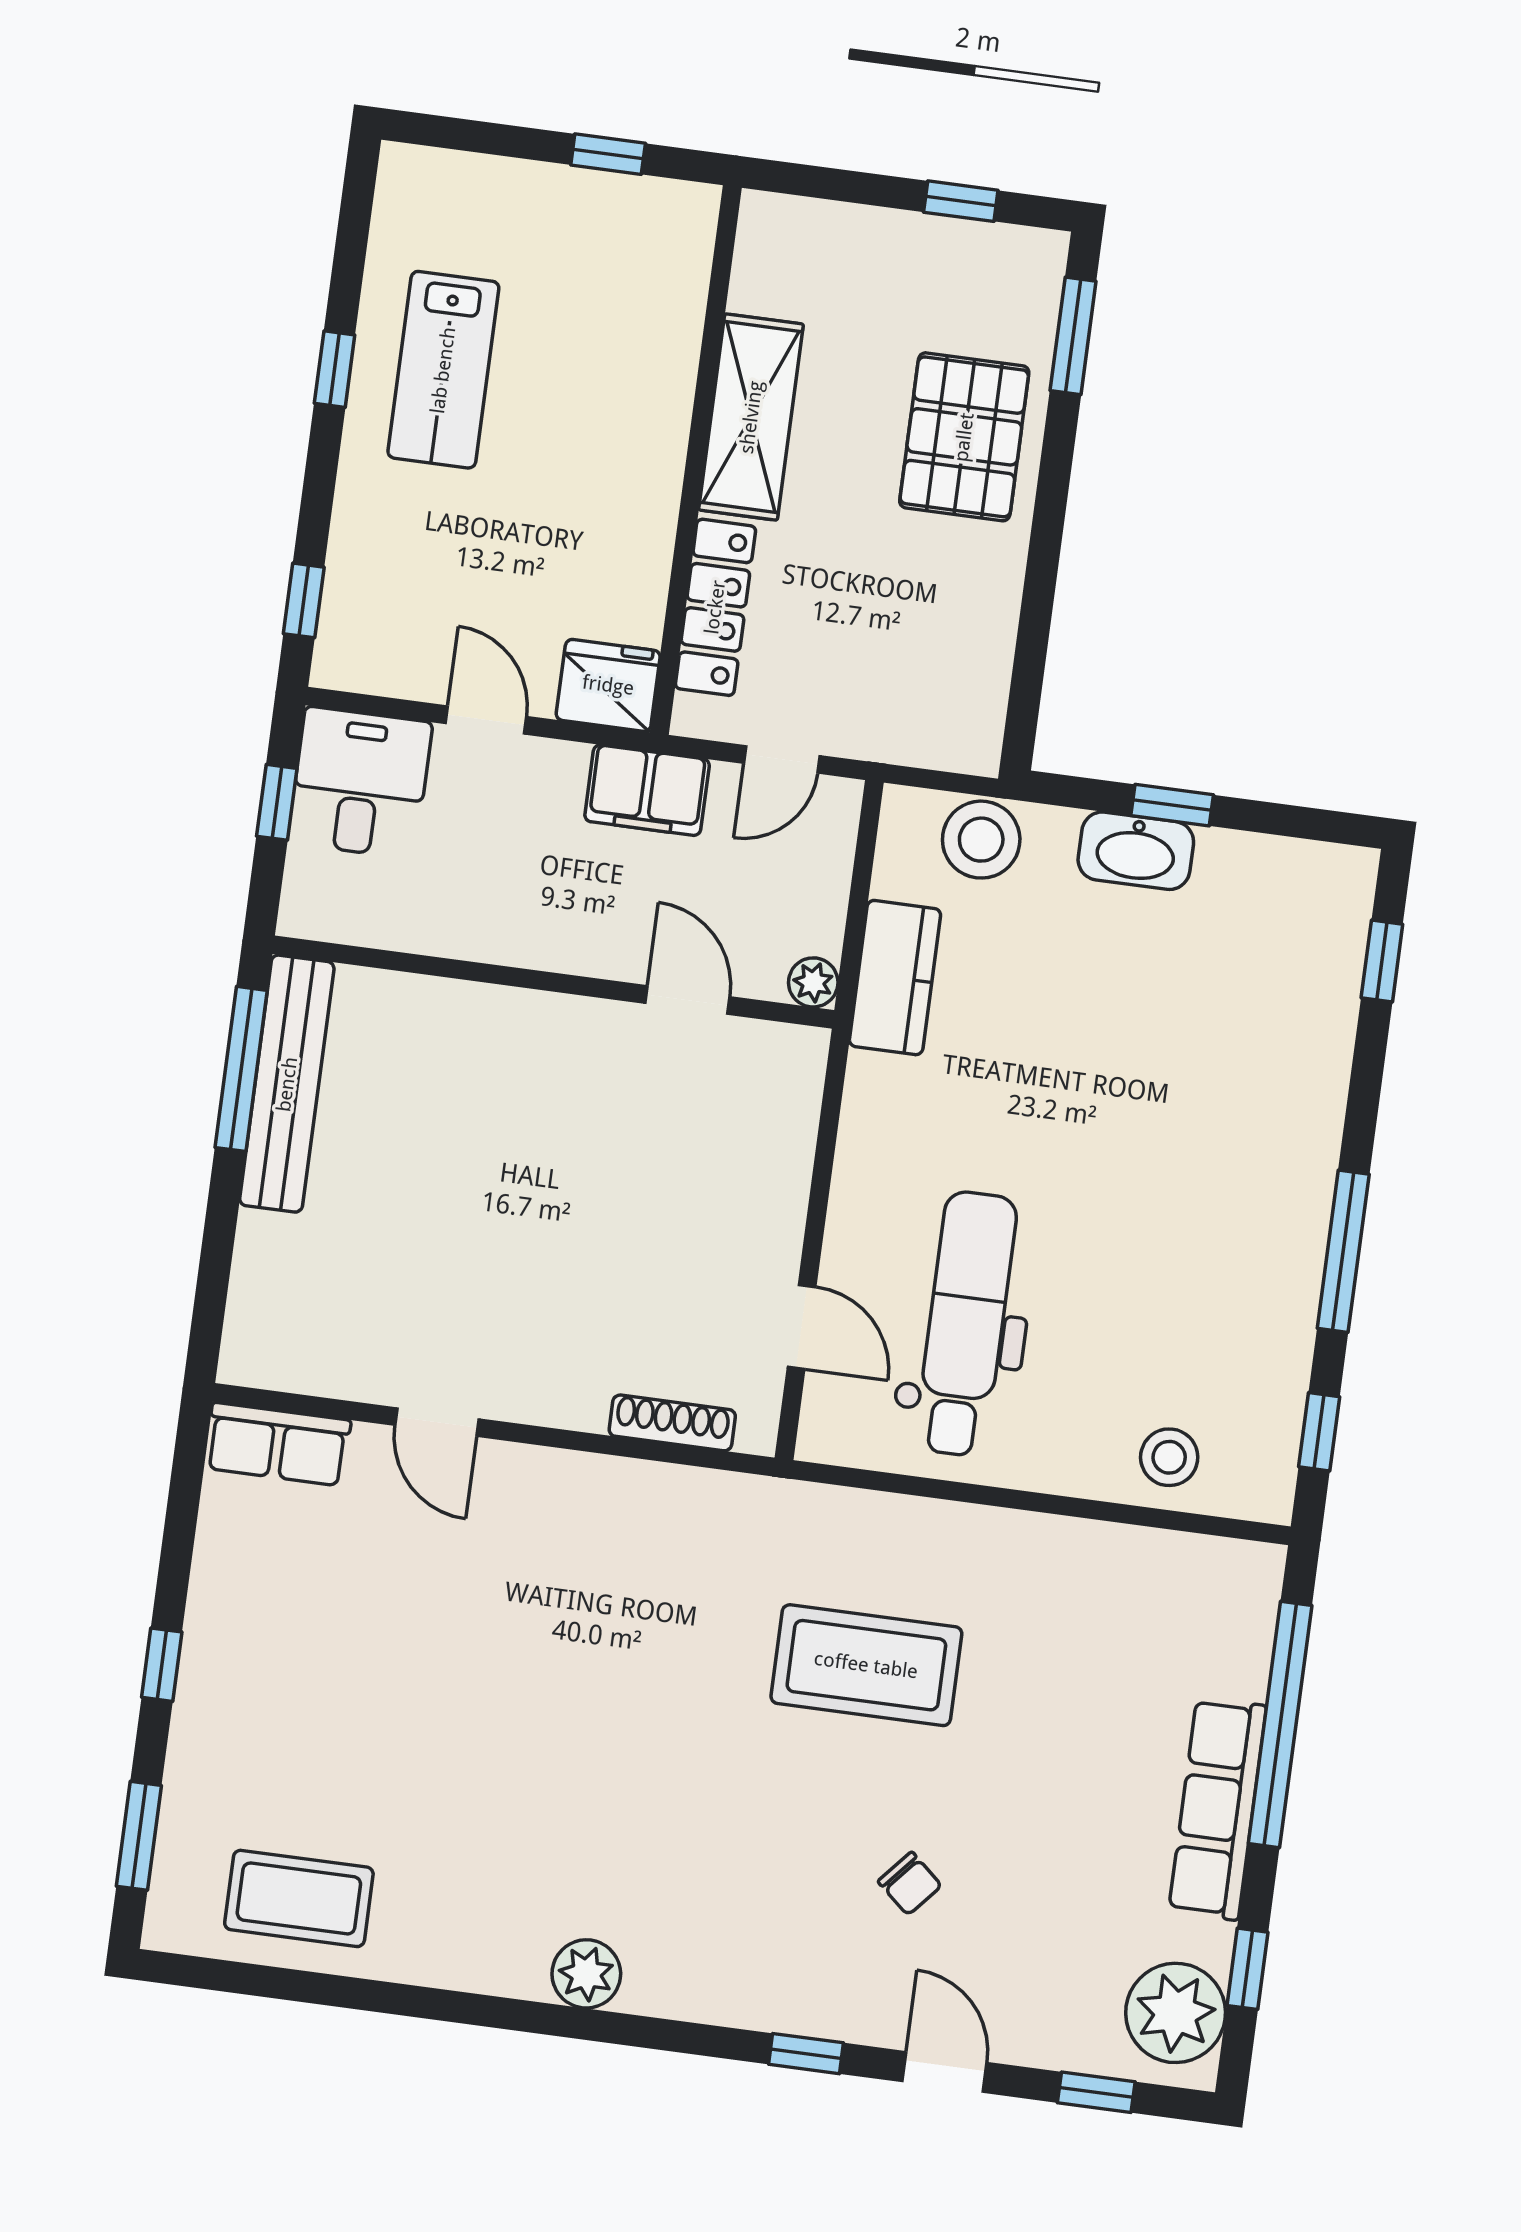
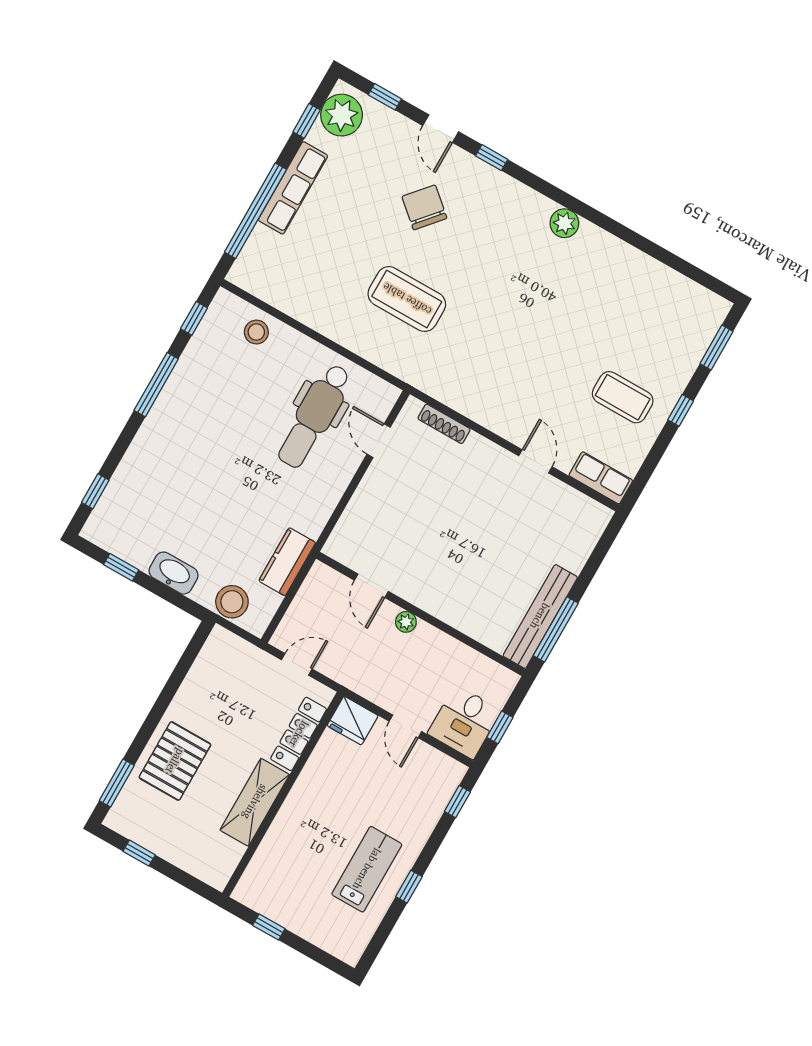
filing cabinet: (647, 790) -> (354, 674), removed
window: (1172, 805) -> (121, 567), moved
plant: (813, 982) -> (406, 622), moved
chair: (910, 1883) -> (424, 207), width x1.87, depth x1.87
coffee table: (299, 1898) -> (623, 397), moved

